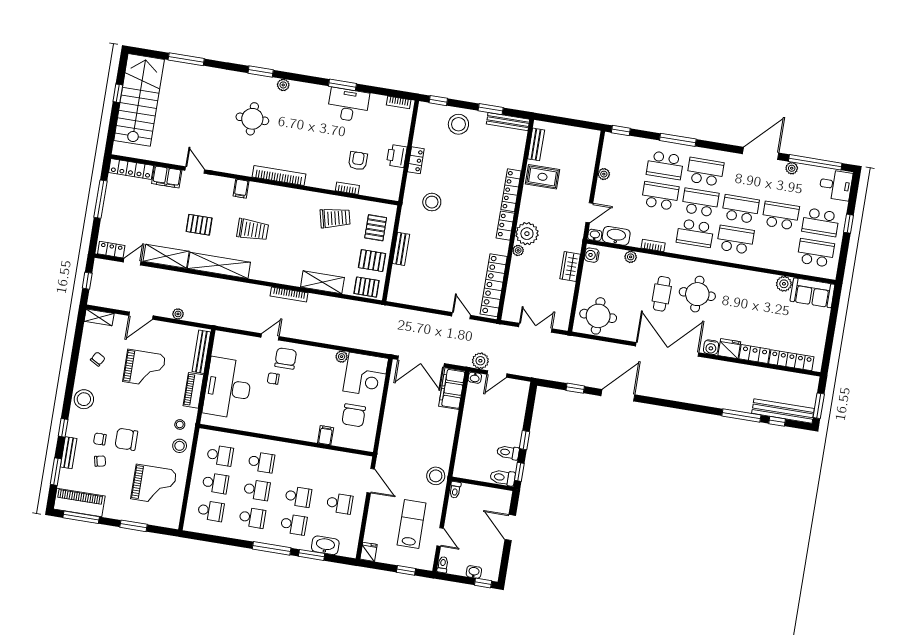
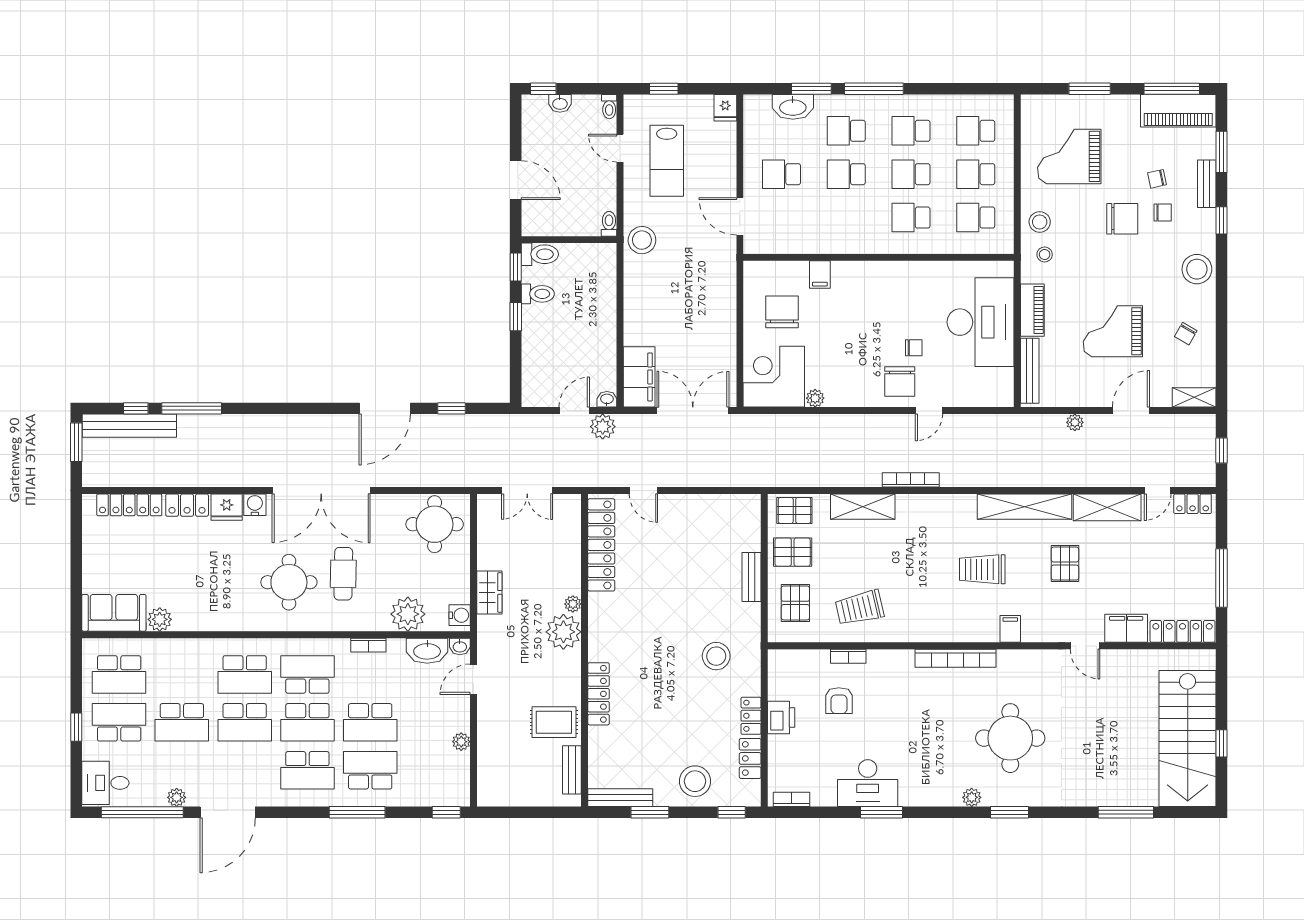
round table: (252, 119) -> (1010, 738), width x1.36, depth x1.36
pallet: (199, 225) -> (1065, 564), turned 90
locker: (505, 226) -> (750, 758), moved, turned 180
plant: (631, 257) -> (408, 614), width x1.88, depth x1.88

